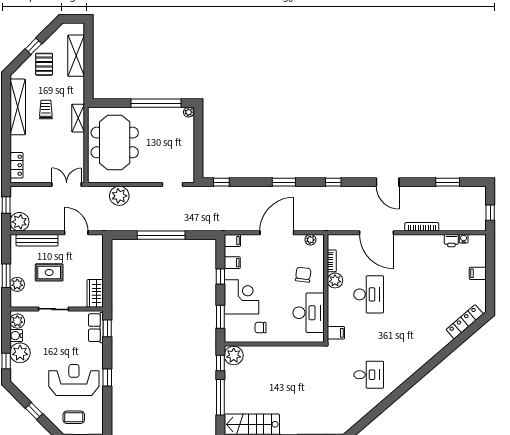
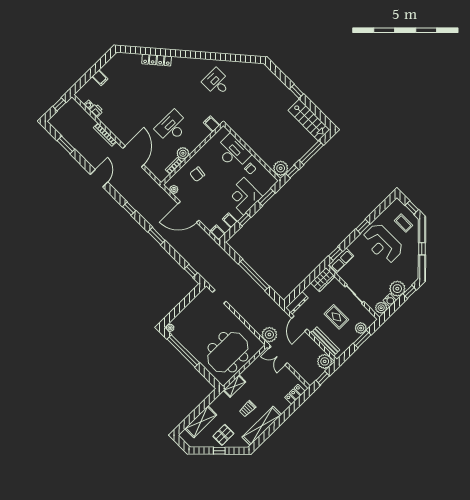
plant: (119, 196) -> (269, 335), moved
dresser: (97, 249) -> (297, 303), added
desk: (309, 313) -> (233, 152), moved, turned 90
locker: (465, 322) -> (157, 60), moved

